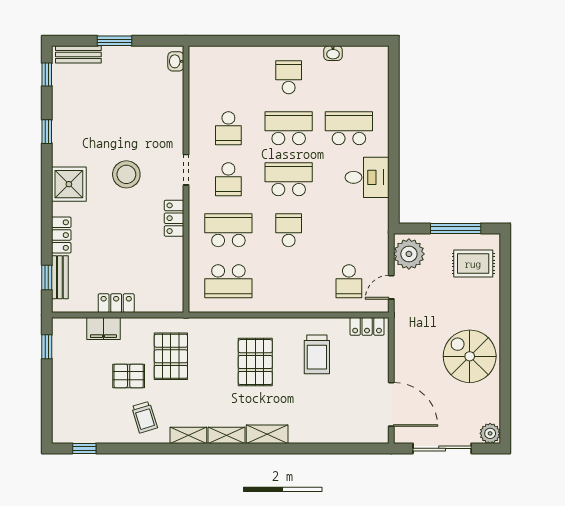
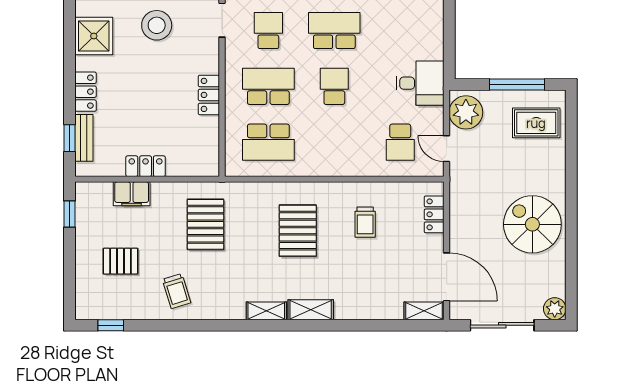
desk: (367, 177) -> (420, 83), moved
school desk: (228, 179) -> (268, 31), turned 180
locker: (174, 218) -> (209, 95), moved
door: (391, 287) -> (447, 149), hinge flipped
locker: (367, 326) -> (434, 214), moved, turned 90
trolley: (317, 354) -> (365, 222), width x0.73, depth x0.72
pallet: (129, 376) -> (121, 261), moved
shelving: (188, 435) -> (424, 311), moved

